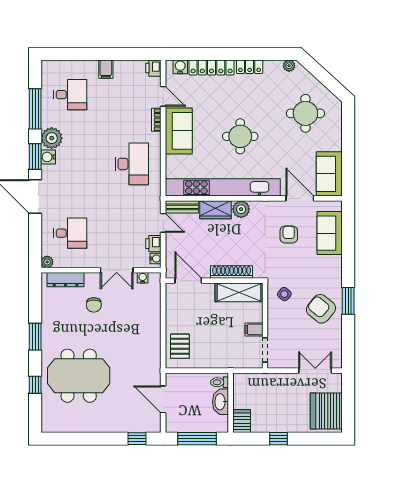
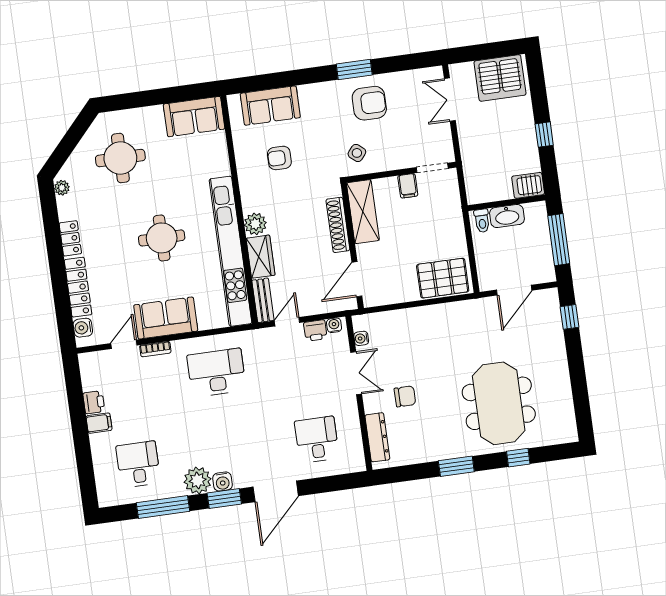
printer: (153, 68) -> (94, 402), moved, turned -90
door: (300, 198) -> (231, 150), removed
plant: (47, 262) -> (358, 464), removed
armchair: (321, 309) -> (369, 103), turned -130
pallet: (180, 346) -> (443, 278), width x1.50, depth x1.42

